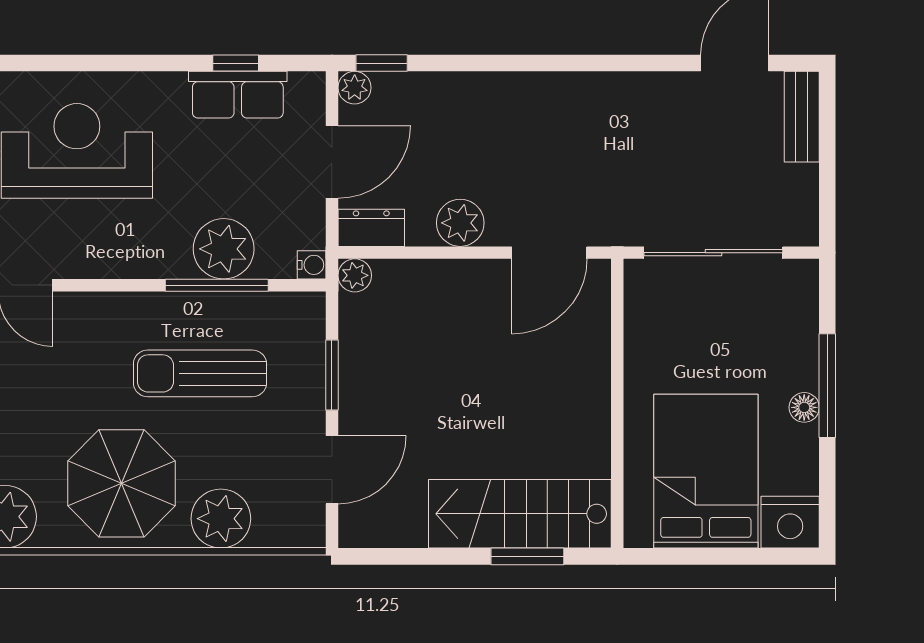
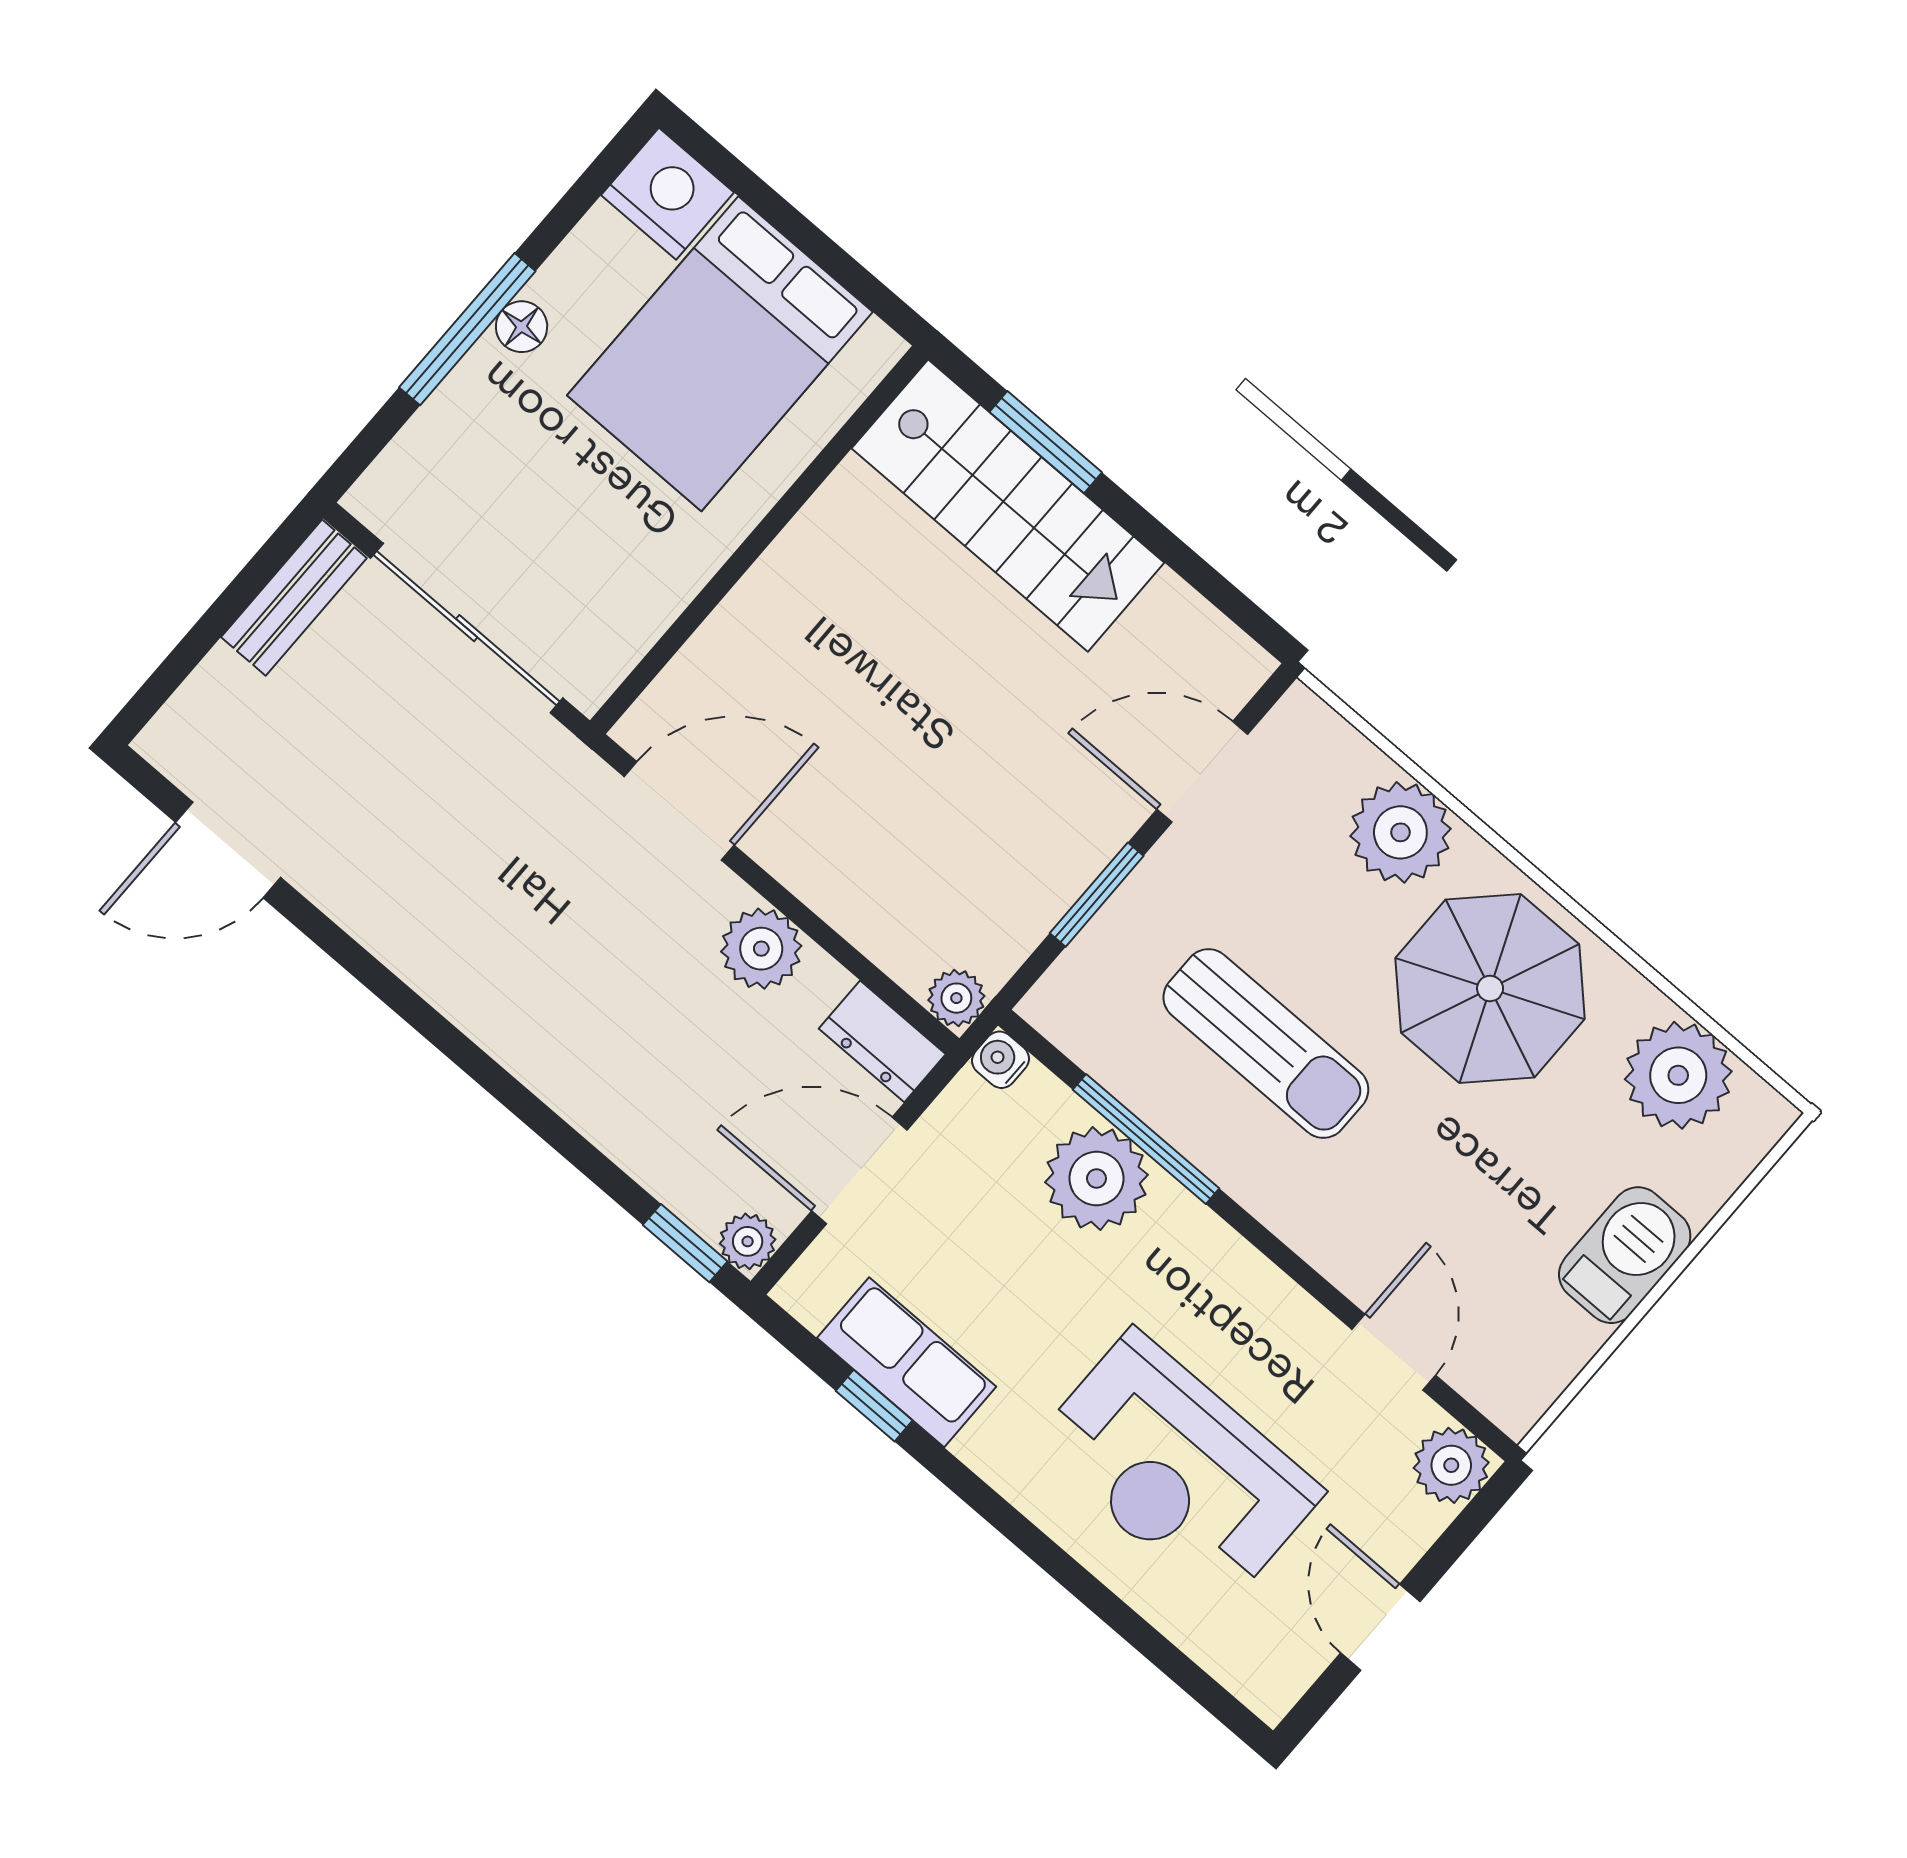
bench: (802, 117) -> (294, 598), moved

